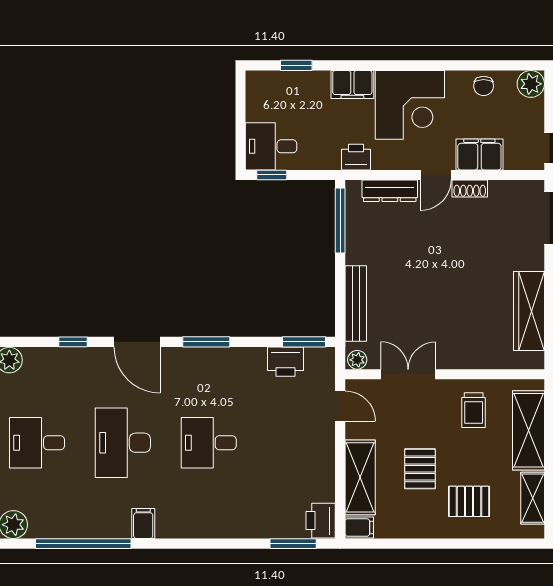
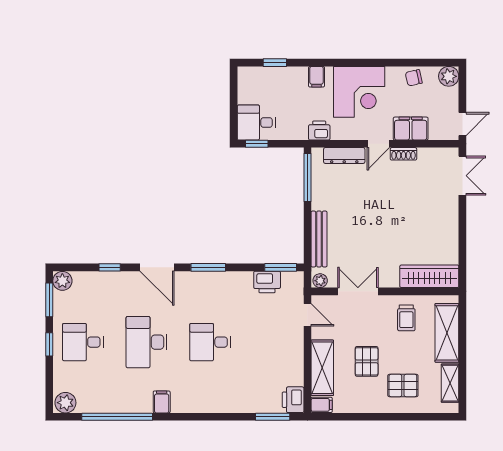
filing cabinet: (352, 85) -> (317, 77), width x0.50
chair: (484, 86) -> (414, 78), turned 77
wardrobe: (529, 311) -> (429, 276), moved, turned 90

